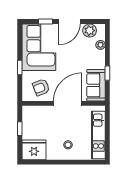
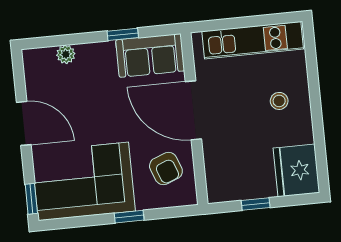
window: (46, 22) -> (31, 199), moved
plant: (90, 31) -> (38, 80), removed

